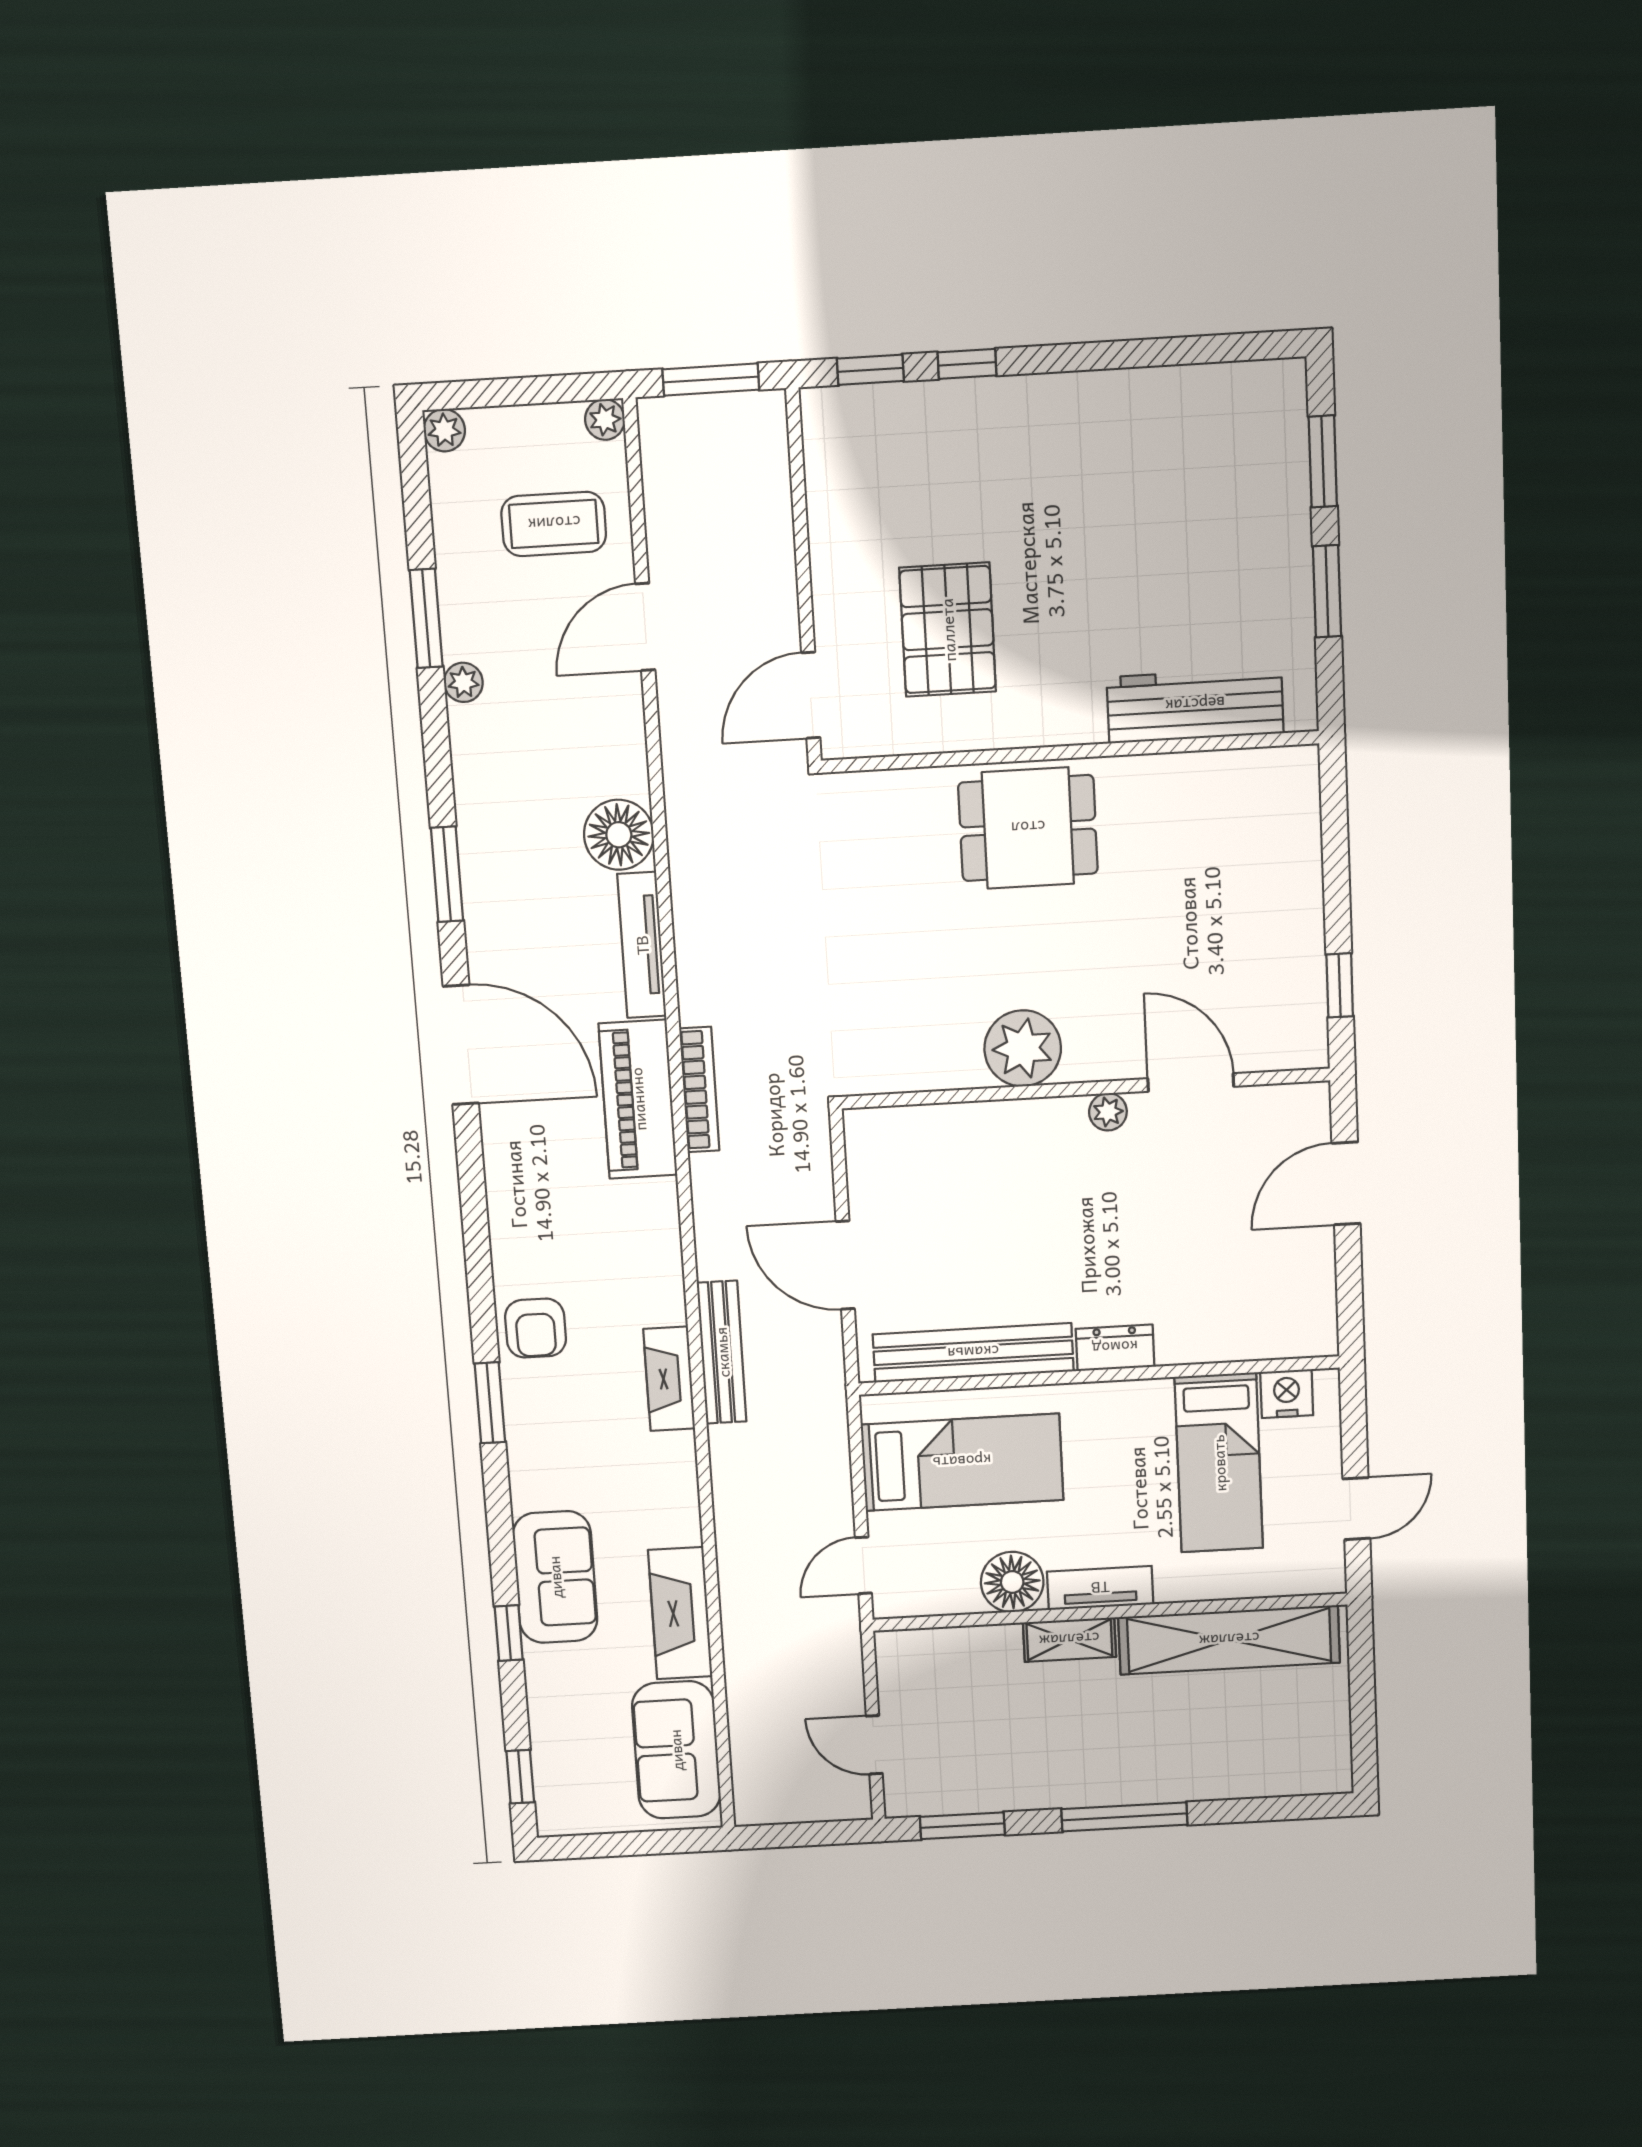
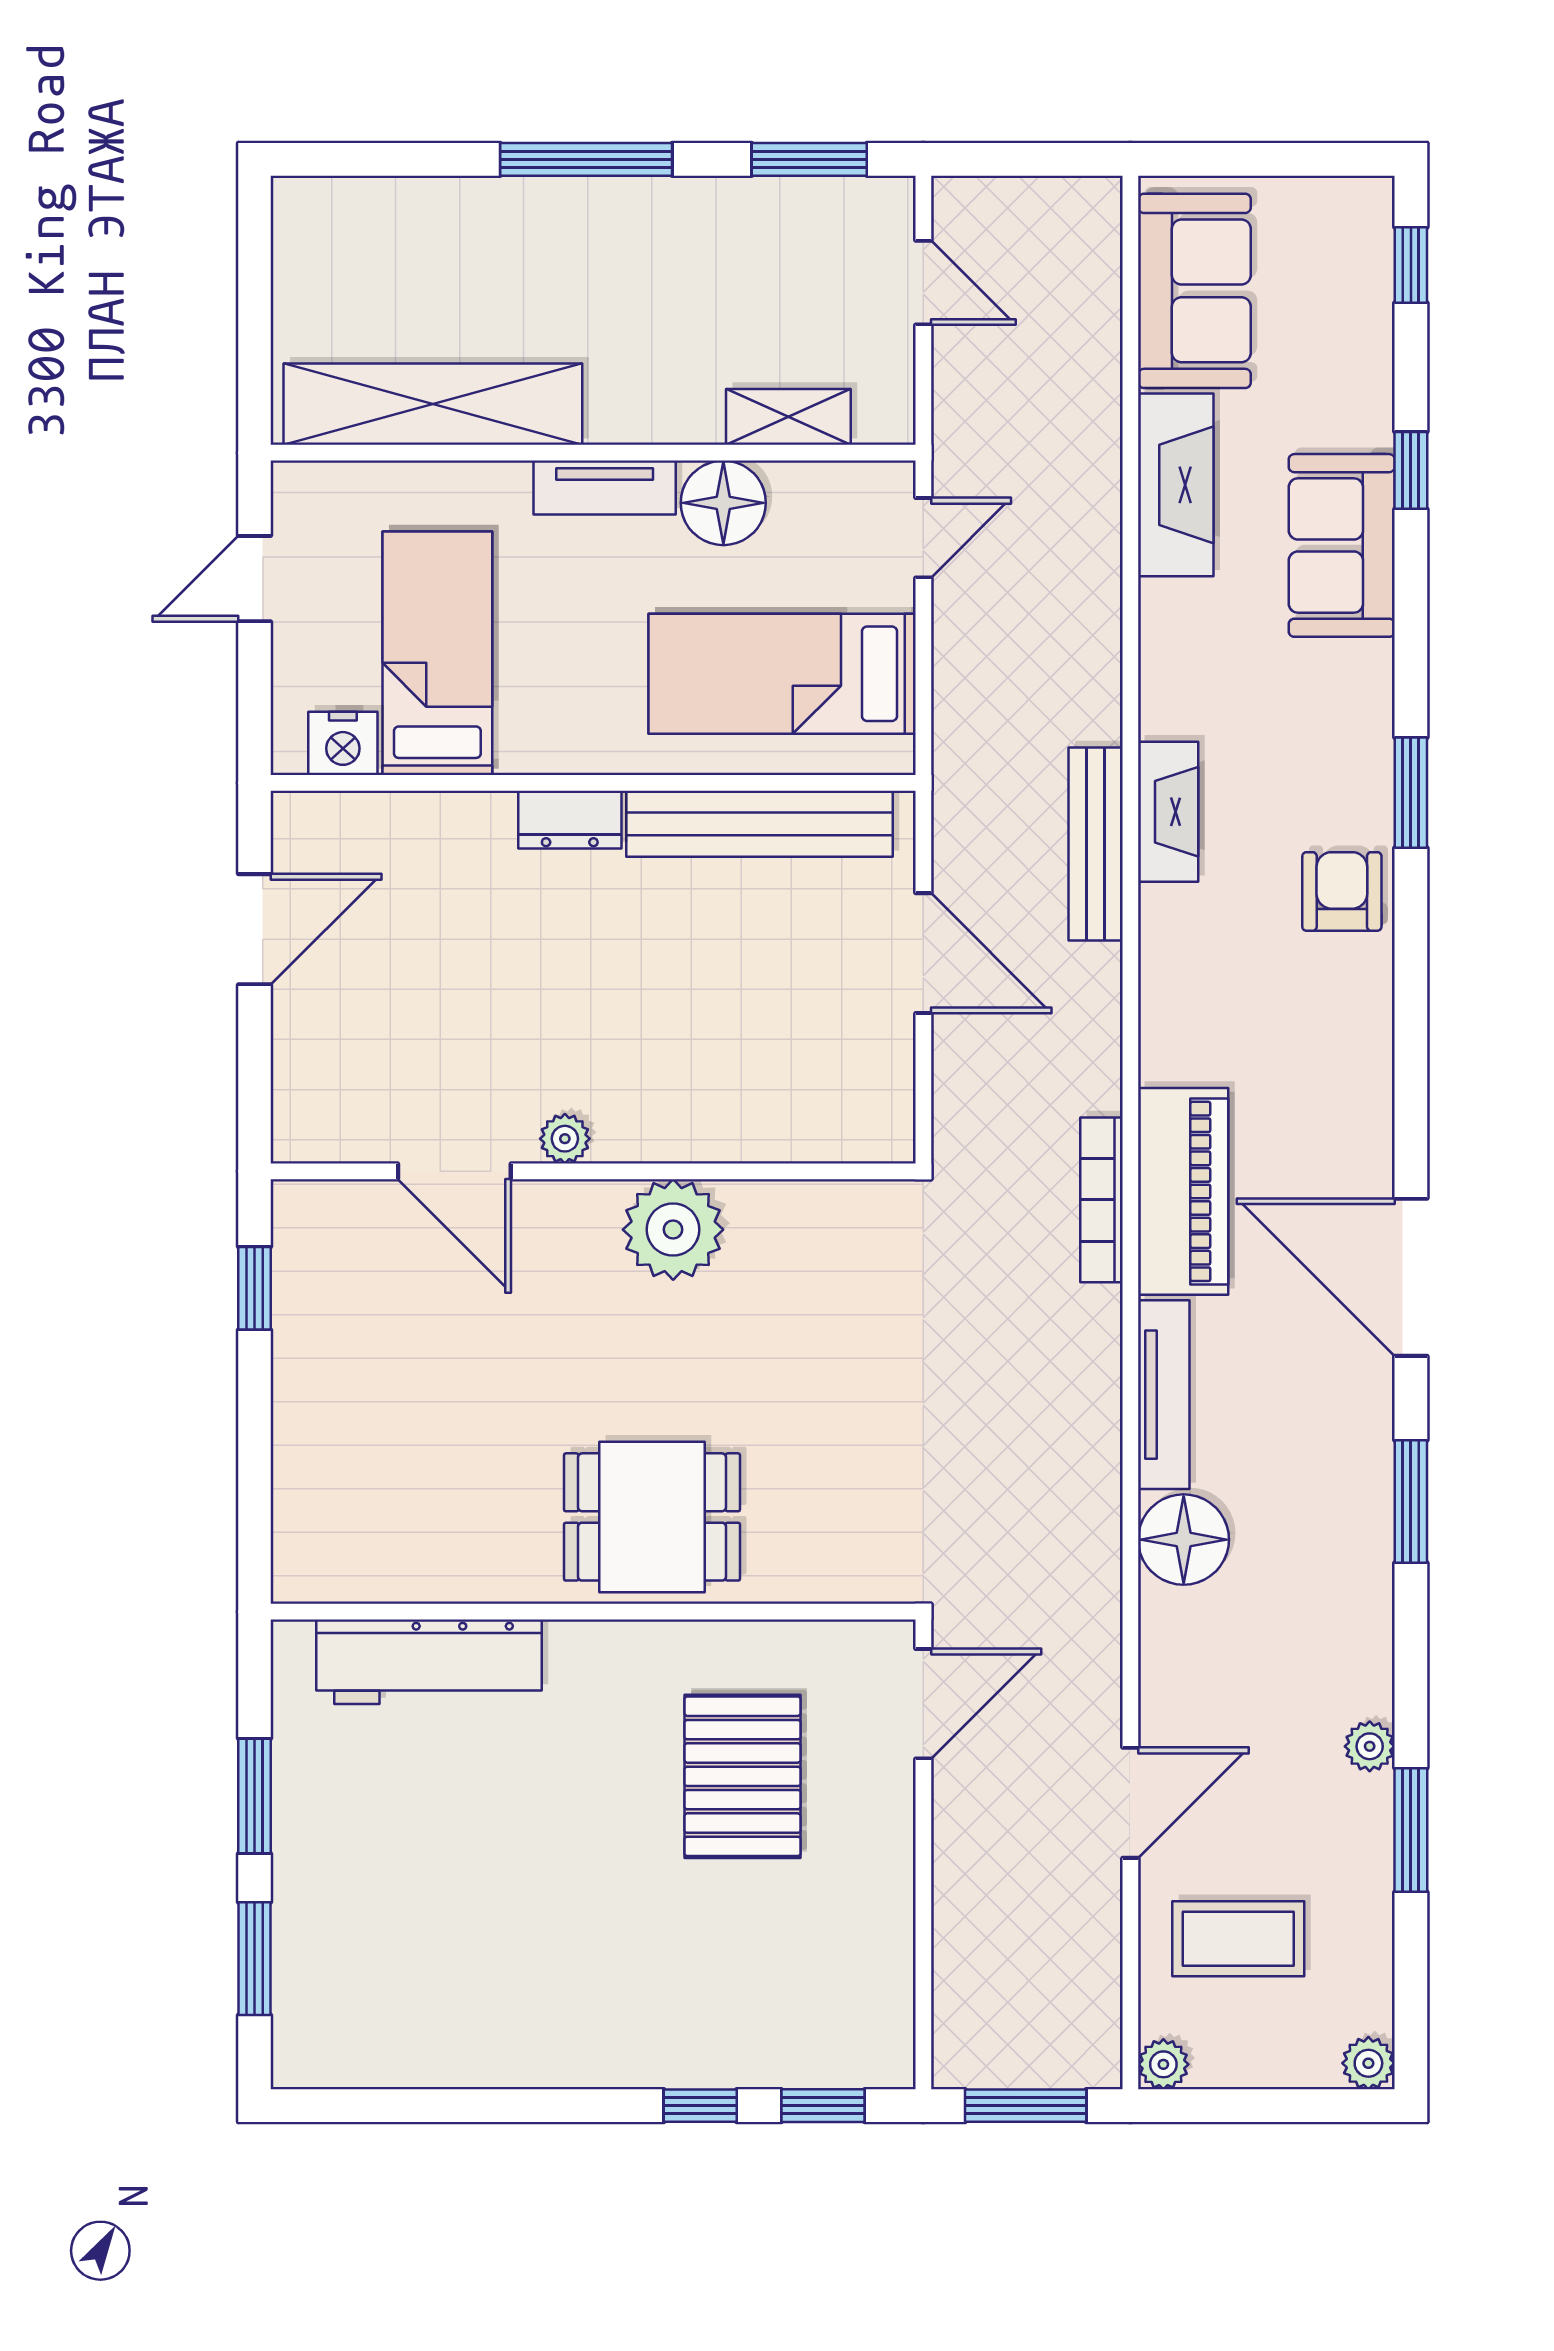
door: (1346, 1183) -> (254, 929), moved
shelving: (1069, 1640) -> (788, 417), moved

